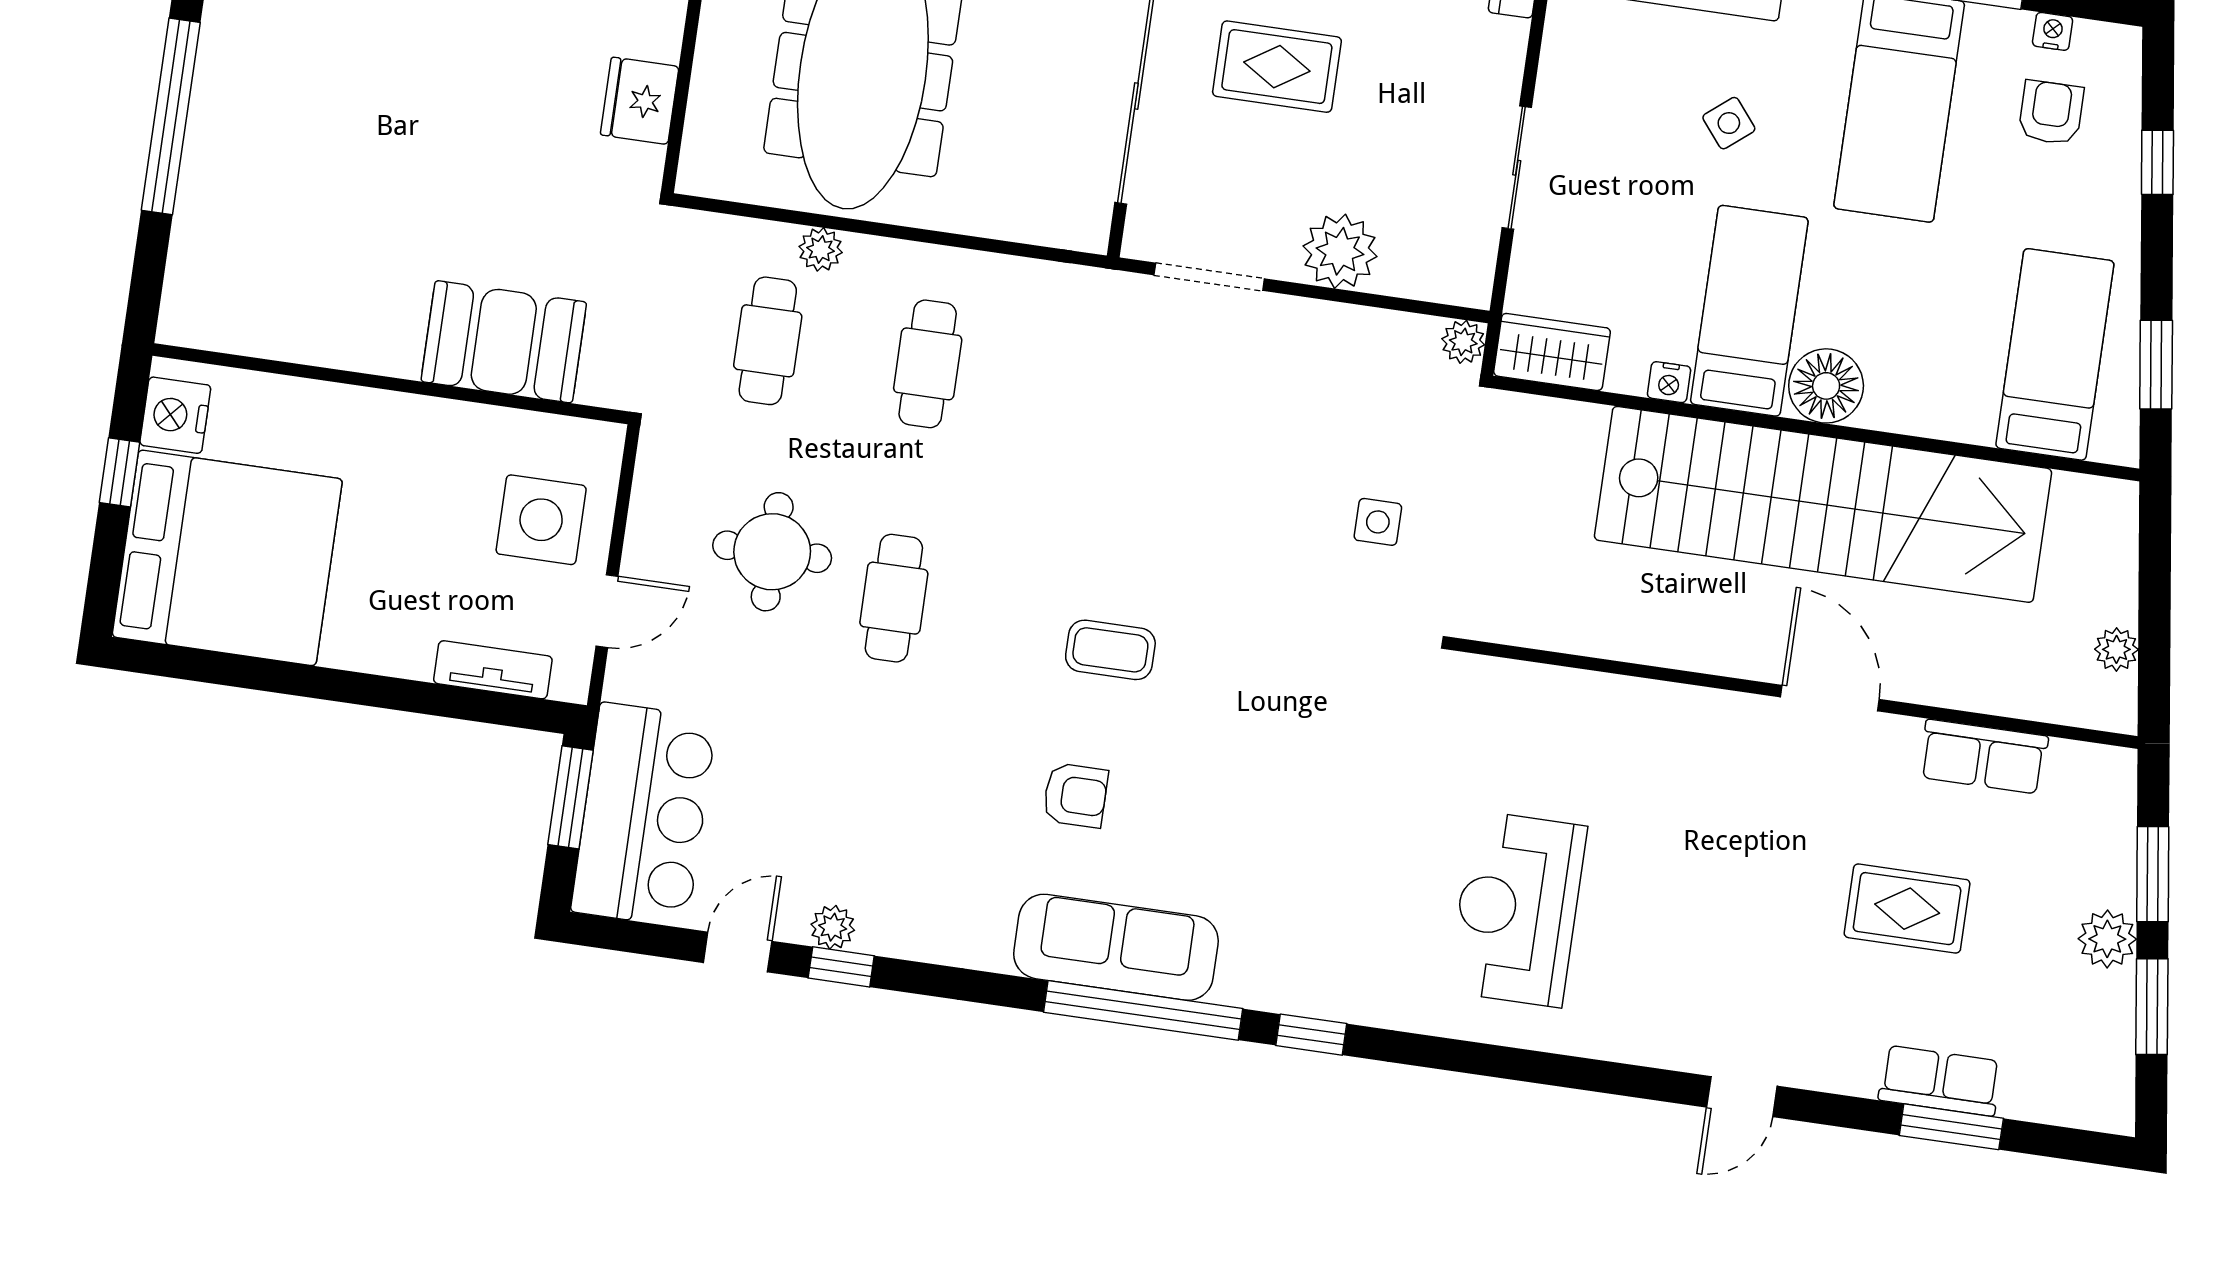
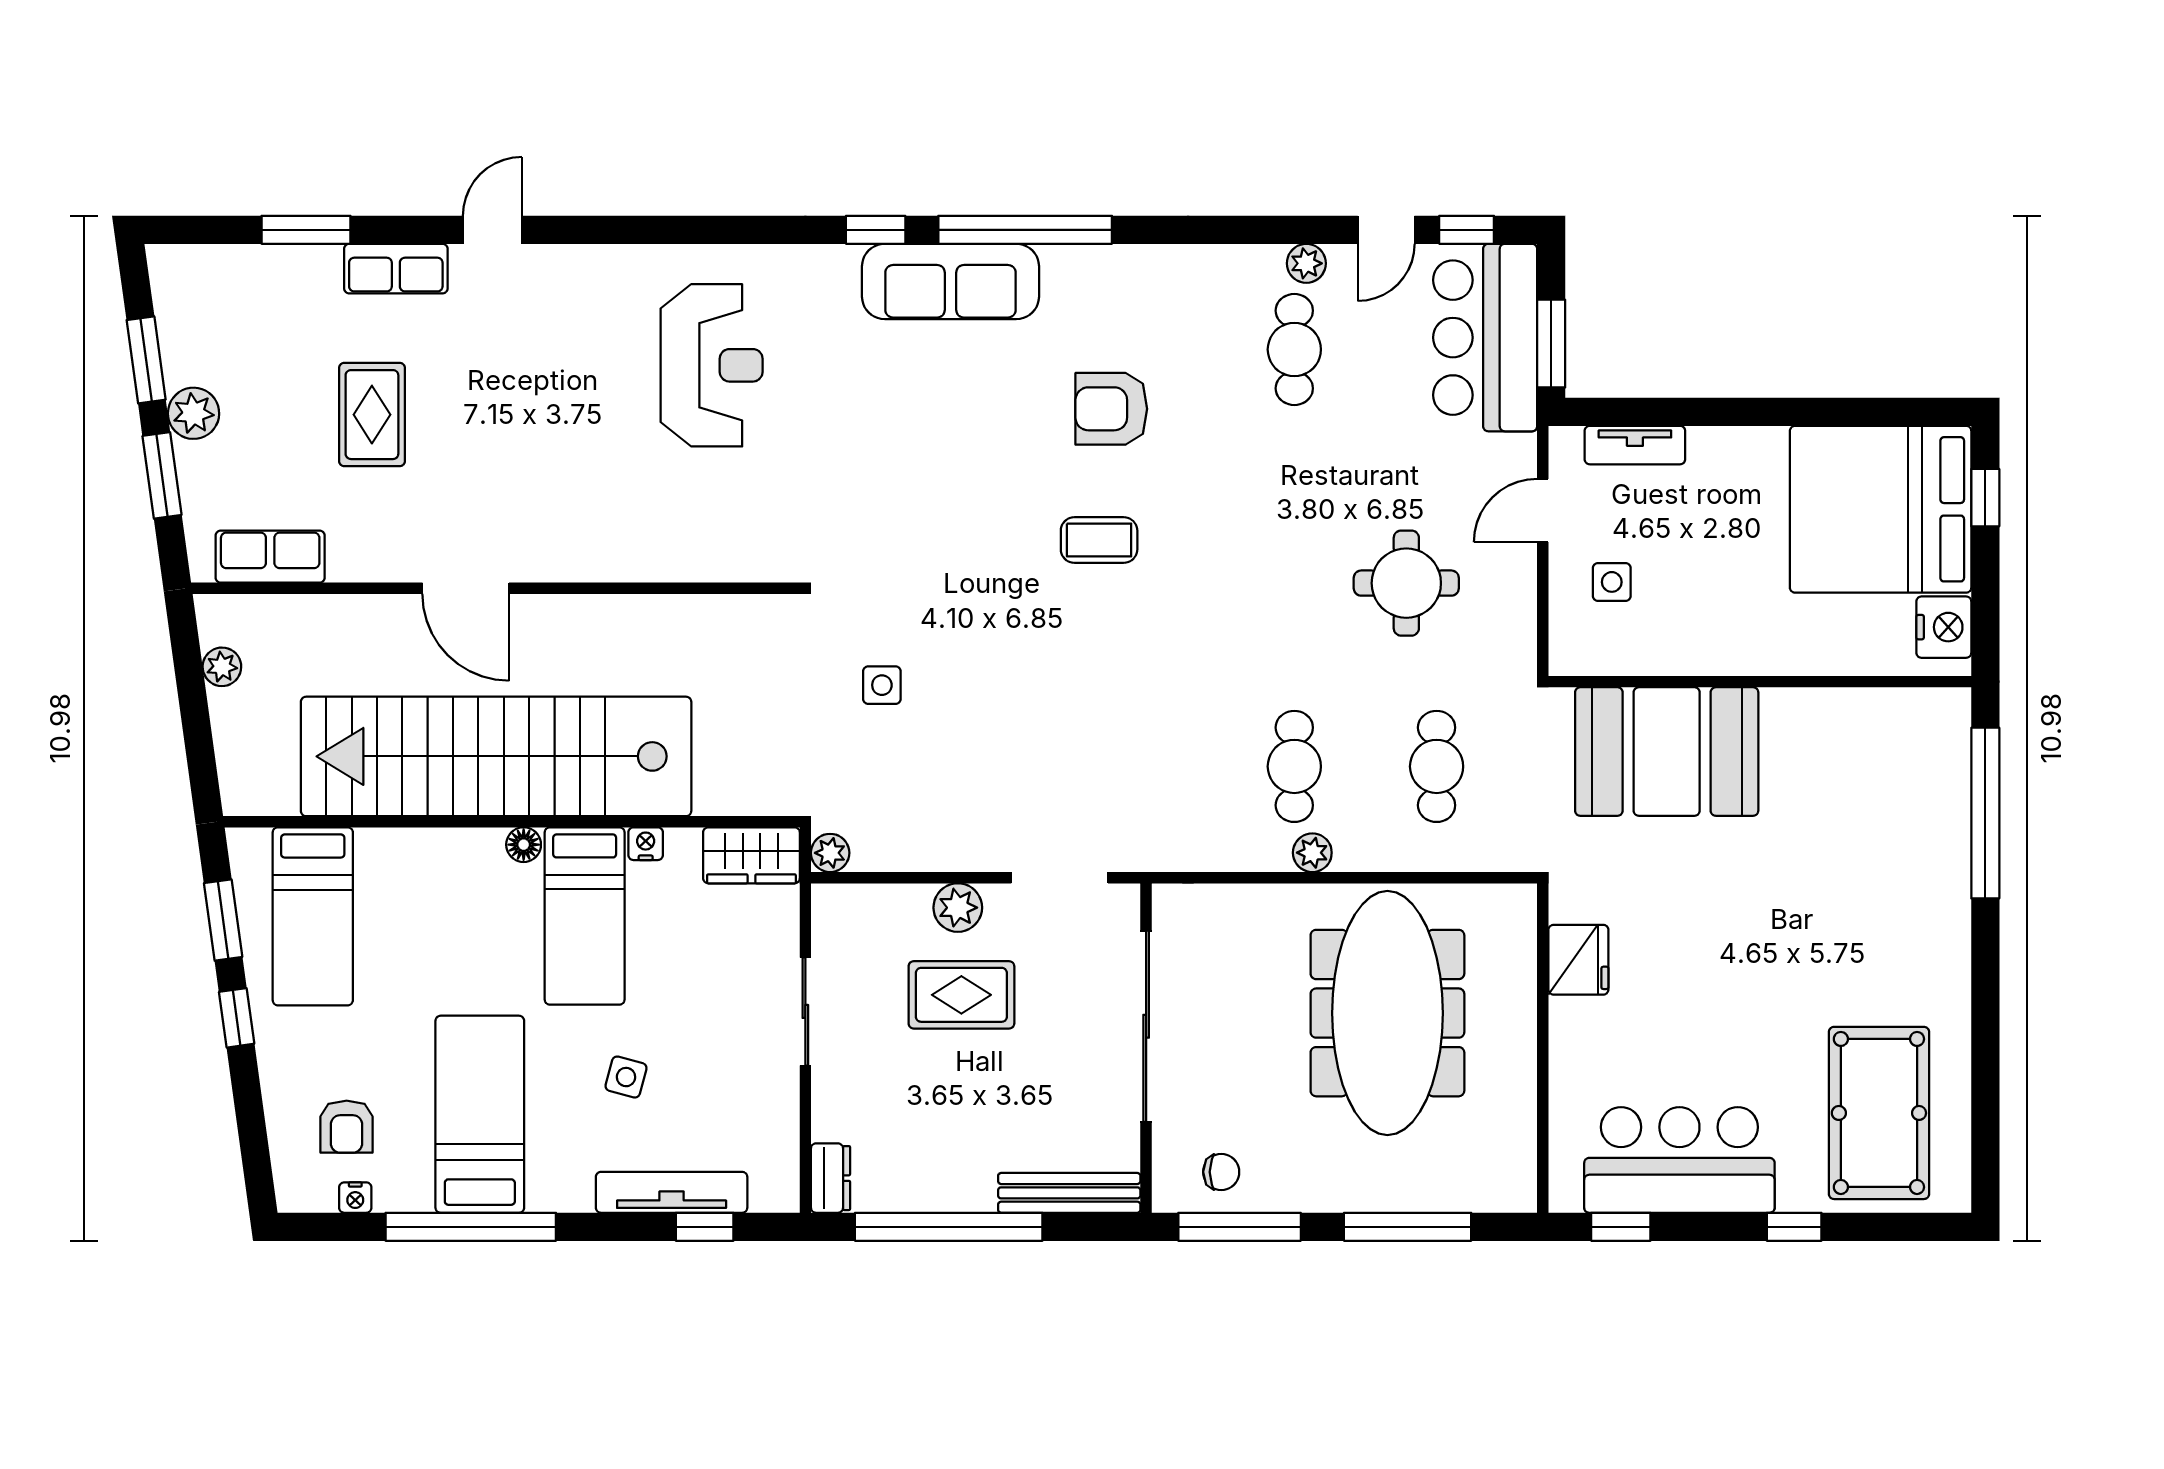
rug: (1277, 67) -> (961, 995), moved
window: (171, 116) -> (1985, 813), moved
side table: (1729, 123) -> (626, 1077), turned -36
window: (2157, 162) -> (237, 1018), moved
plant: (821, 249) -> (1312, 853), moved
plant: (1340, 251) -> (958, 908), width x0.73, depth x0.73
booth: (504, 342) -> (1667, 752), width x1.36, depth x1.42
floor lamp: (1826, 386) -> (524, 845), width x0.53, depth x0.53
window: (119, 472) -> (1985, 498), moved
side table: (541, 520) -> (1612, 582), width x0.54, depth x0.54
cafe table: (894, 598) -> (1294, 349), moved
row of seats: (1983, 757) -> (270, 557), moved
armchair: (1075, 795) -> (1111, 409), width x1.38, depth x1.38
rug: (1907, 909) -> (372, 415), turned 90
sofa: (1116, 947) -> (950, 281), moved
window: (841, 967) -> (1467, 230), moved
row of seats: (1940, 1081) -> (396, 269), moved

